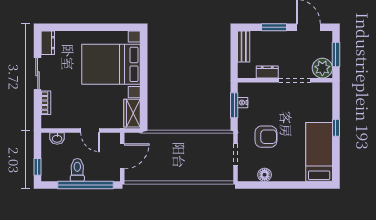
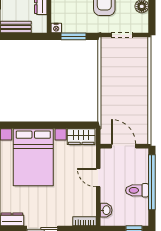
bookcase: (46, 103) -> (85, 221), moved
nightstand: (243, 103) -> (56, 28), moved
door: (90, 131) -> (98, 178), swing flipped

